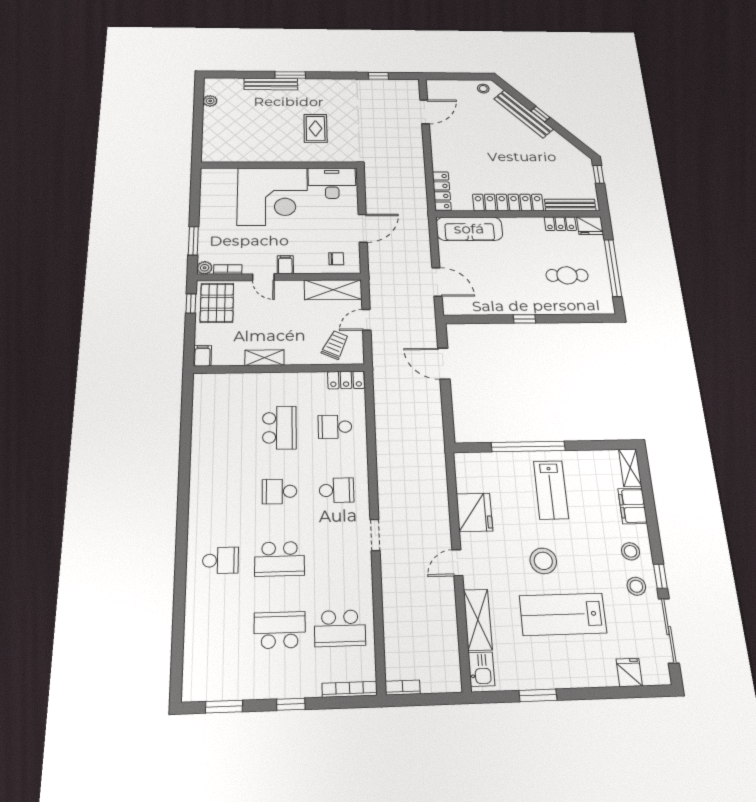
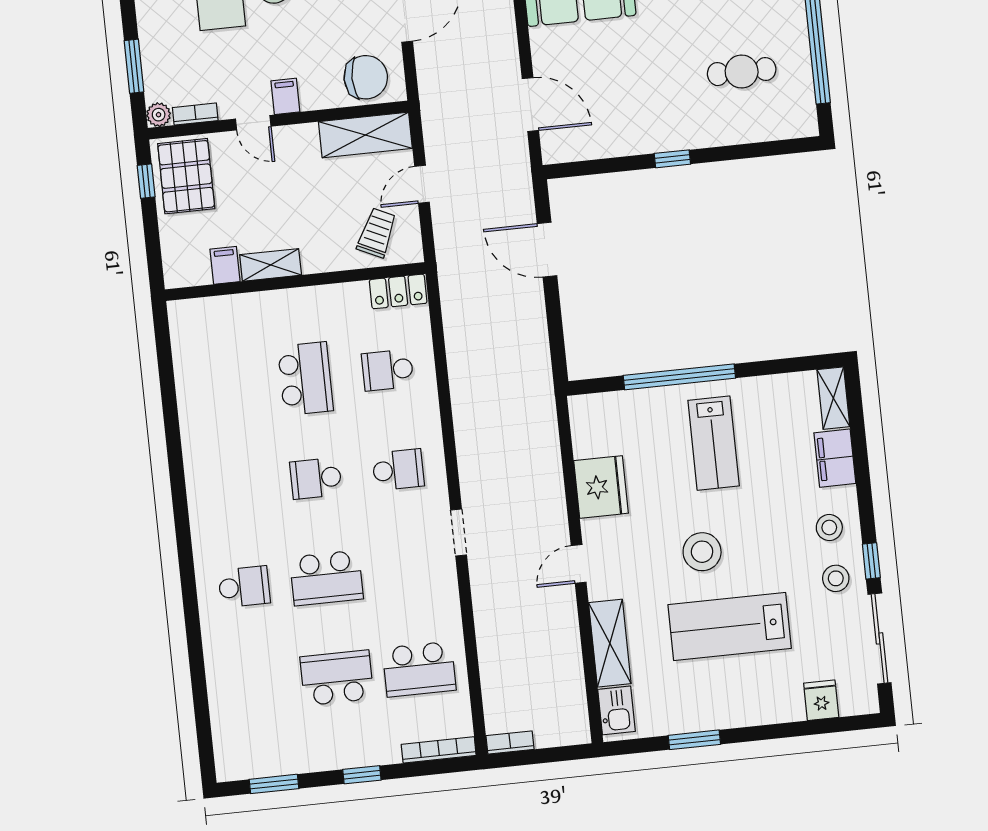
chair: (336, 259) -> (366, 77), width x1.87, depth x1.87
filing cabinet: (202, 356) -> (225, 265), moved

